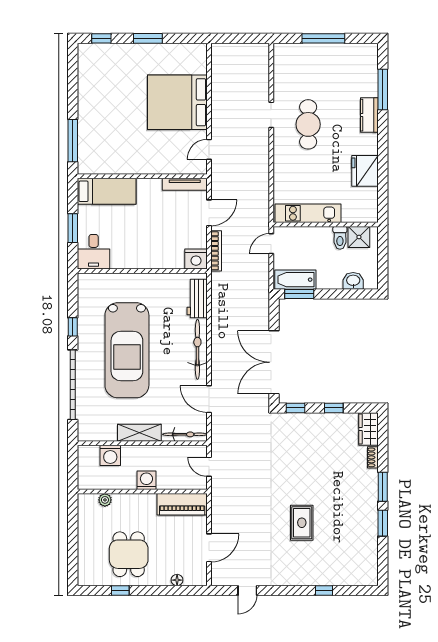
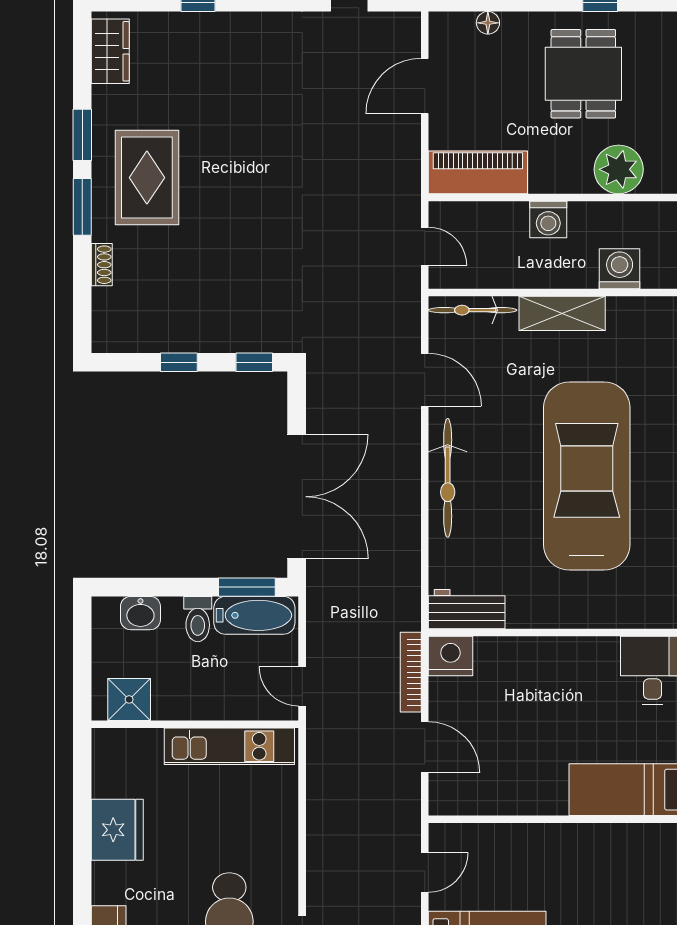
tv unit: (185, 184) -> (473, 804), removed
door: (209, 213) -> (425, 747), swing flipped
toilet: (340, 238) -> (198, 619), moved, turned 180
door: (271, 244) -> (302, 686), swing flipped
workbench: (197, 299) -> (467, 609), moved, turned -90
double door: (274, 362) -> (297, 497), moved
wardrobe: (368, 429) -> (110, 51), moved
plant: (105, 500) -> (619, 169), width x1.87, depth x1.87
rug: (302, 523) -> (147, 178), moved, width x1.36, depth x1.43

